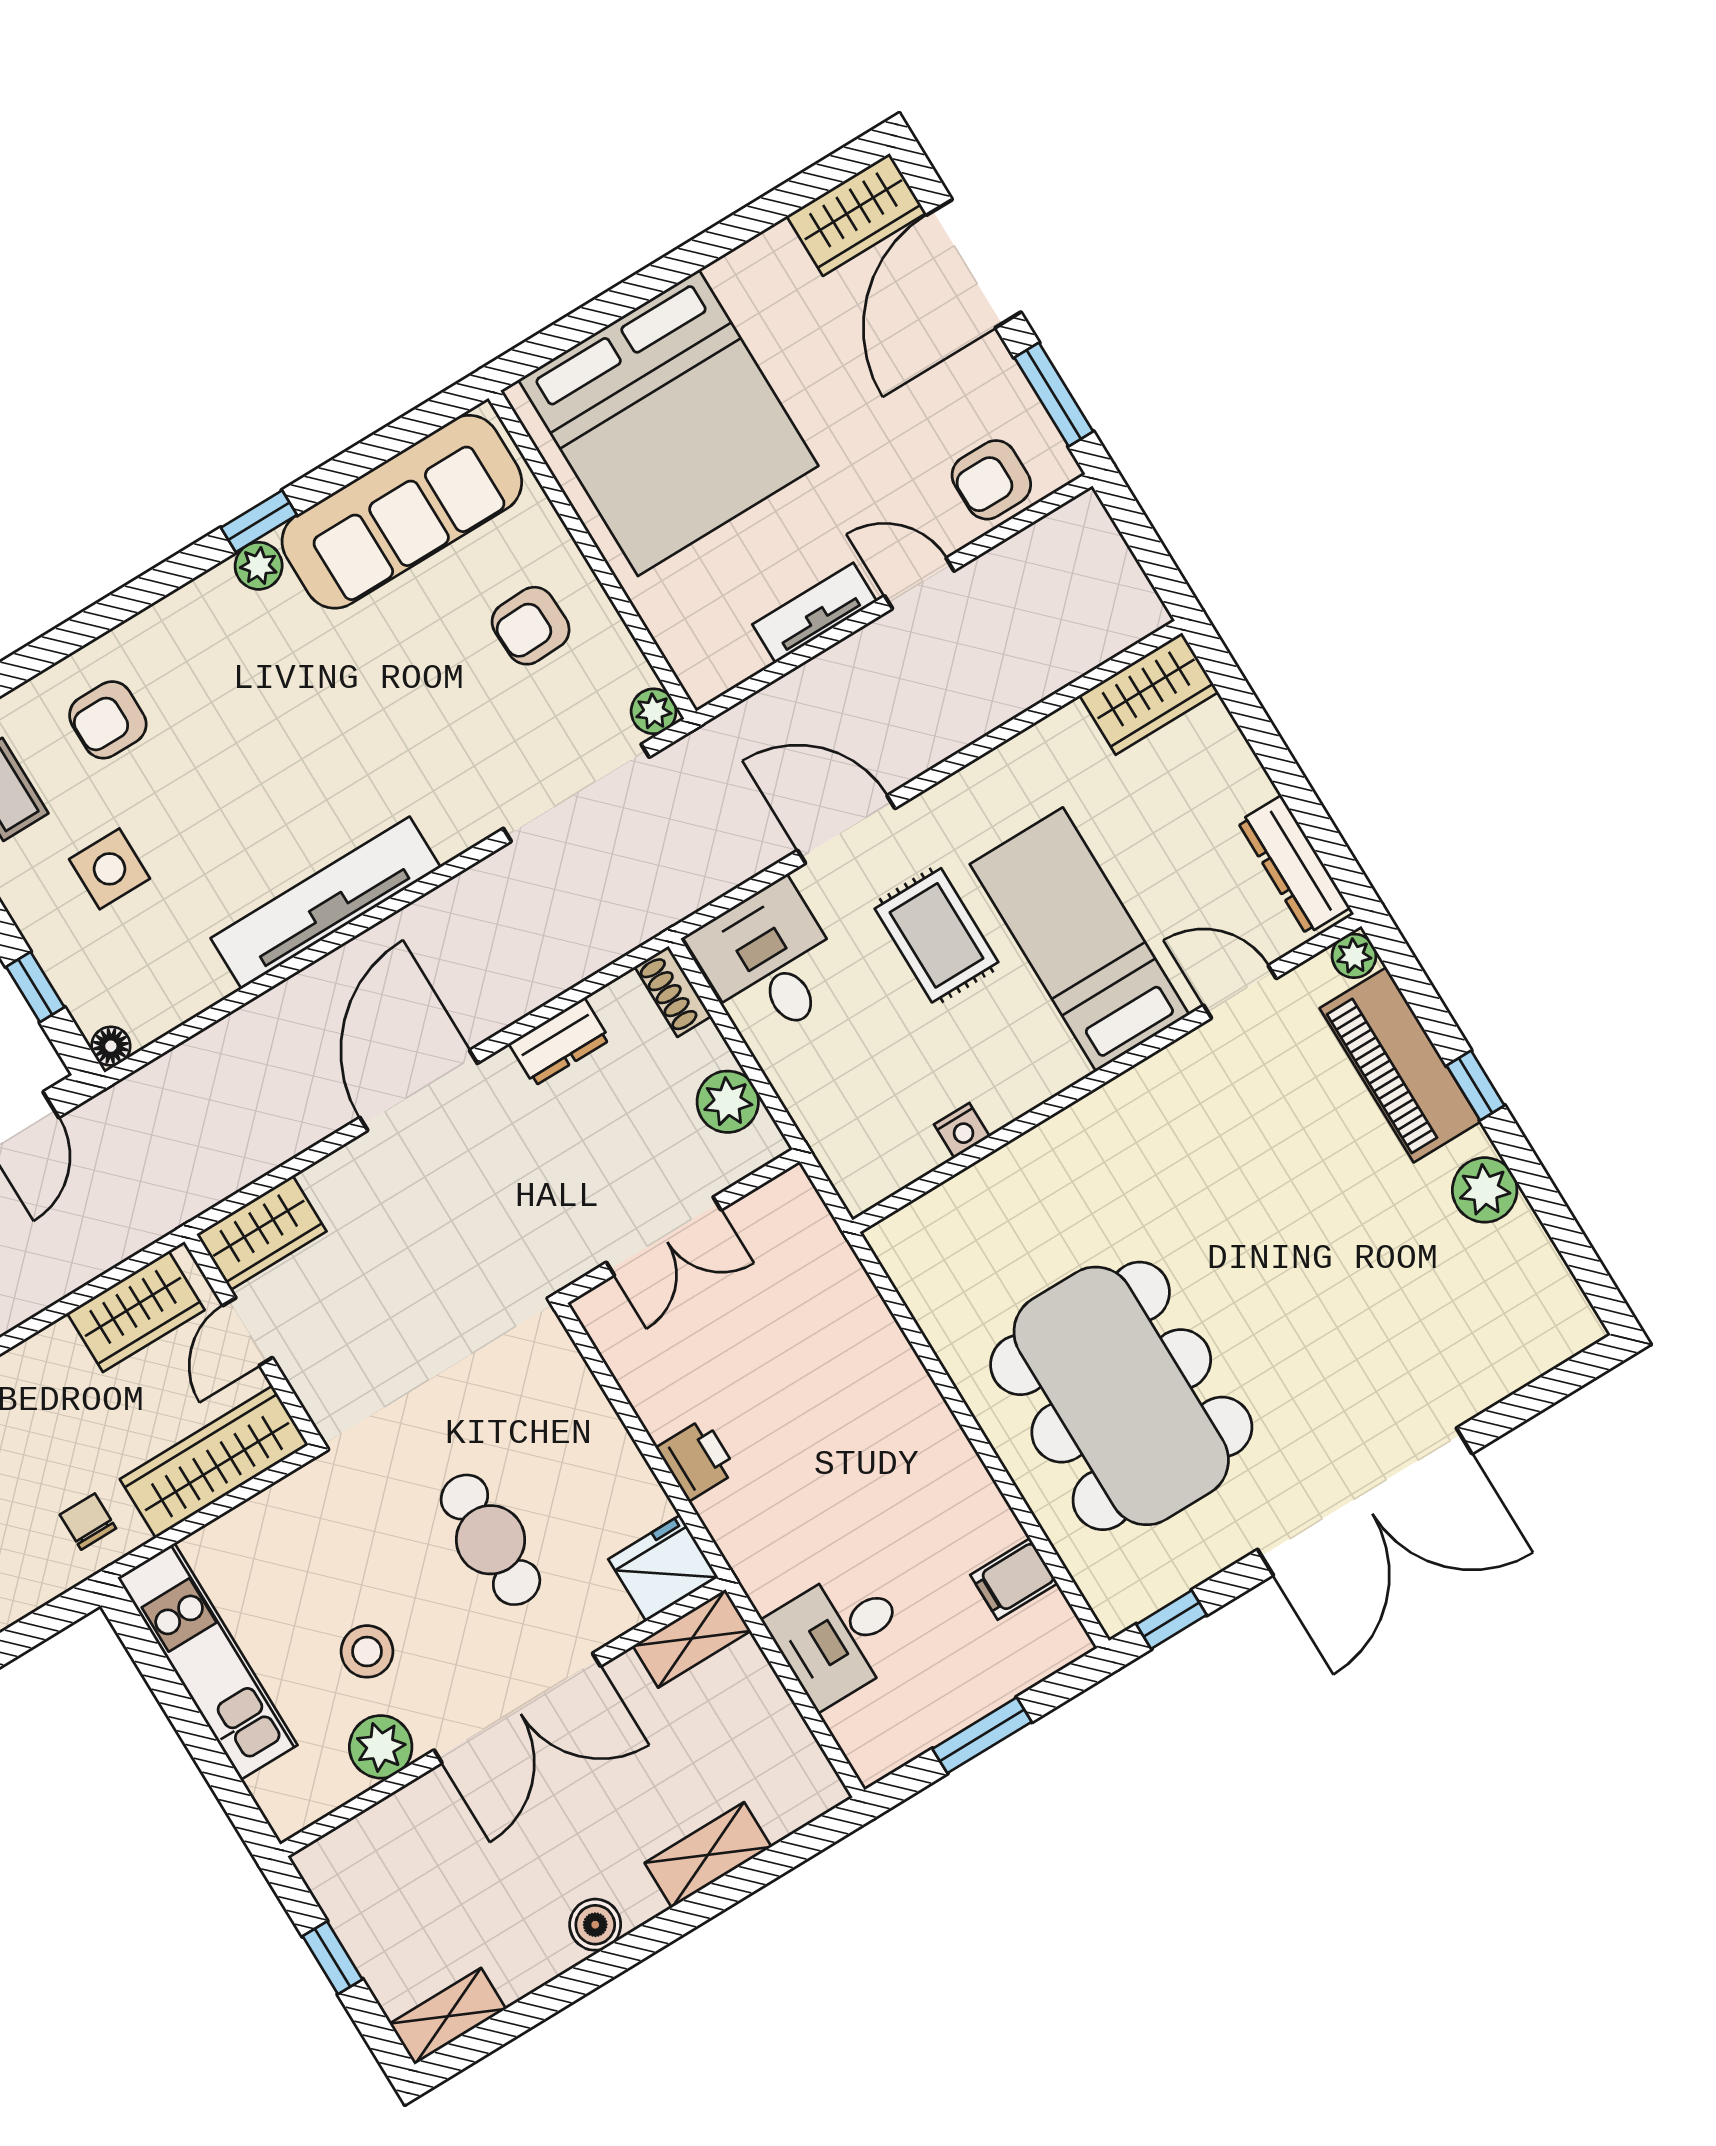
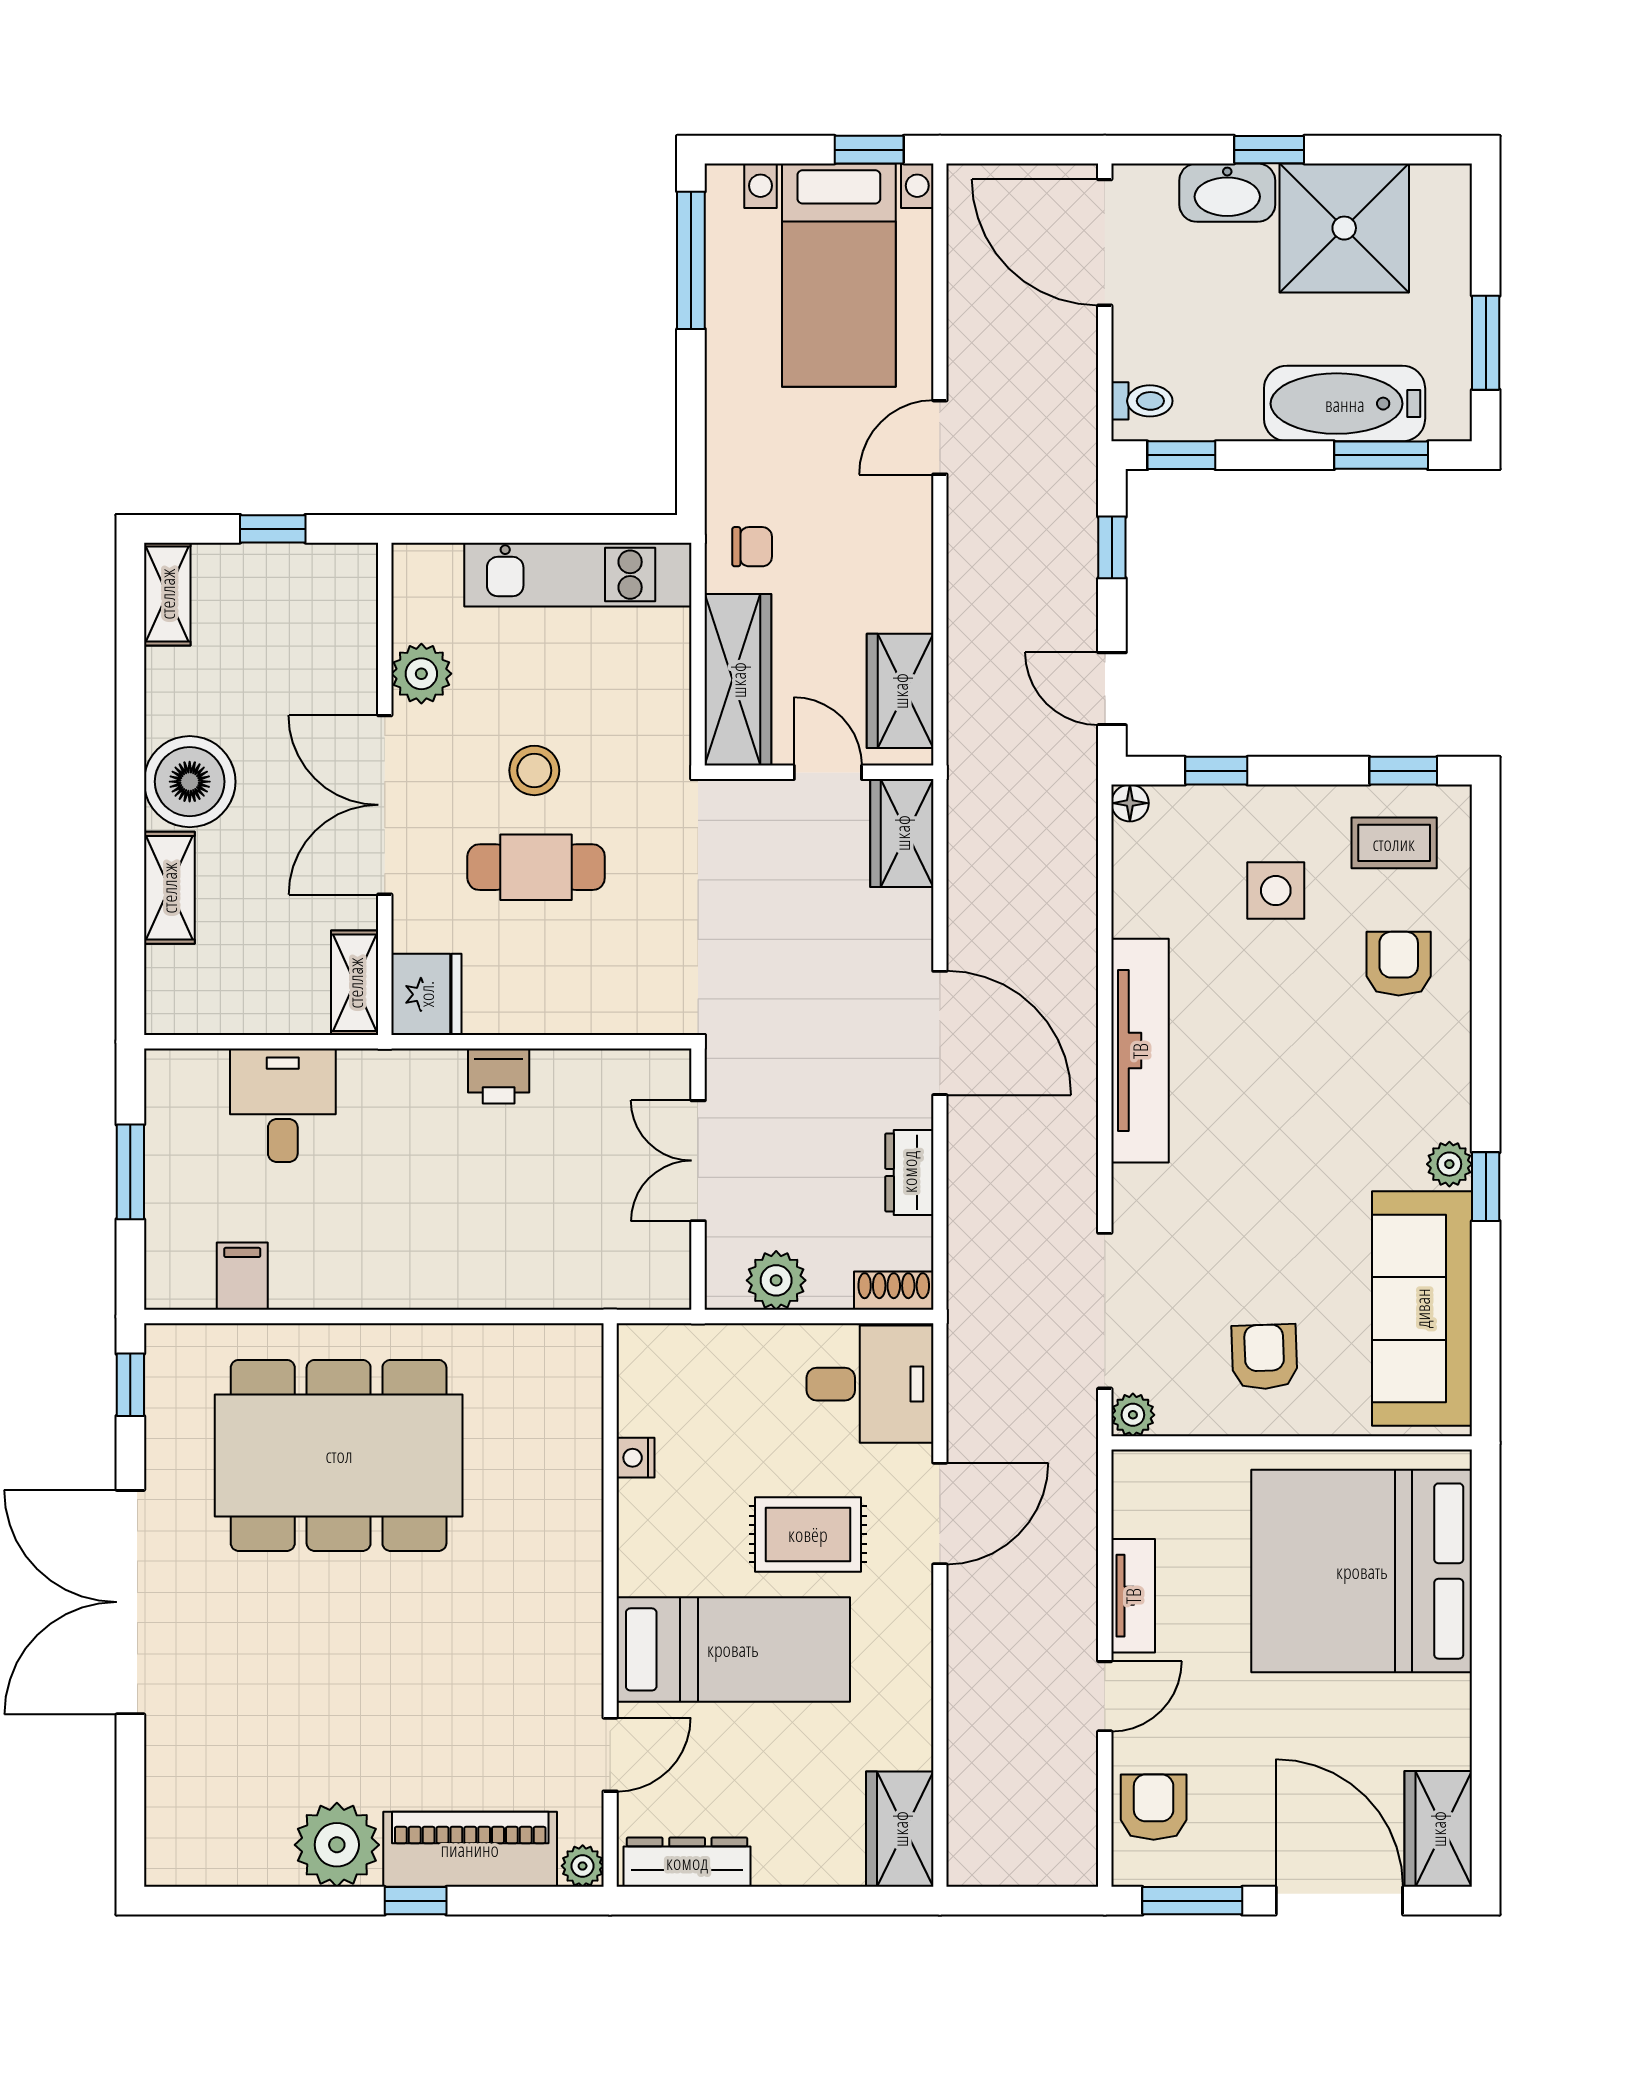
plant: (1485, 1190) -> (337, 1845), width x1.36, depth x1.36
stool: (367, 1651) -> (534, 770), moved
boiler: (595, 1925) -> (190, 782), width x1.86, depth x1.86

